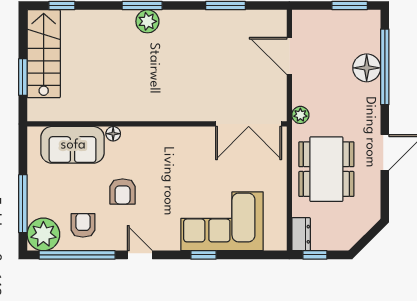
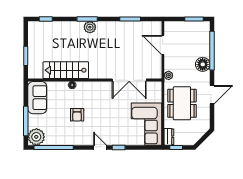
stairs: (44, 54) -> (66, 70), moved, turned -90
floor lamp: (367, 68) -> (203, 64), moved
double door: (249, 124) -> (129, 80), moved
sofa: (73, 145) -> (37, 98), moved, turned -90
corner sofa: (222, 221) -> (146, 124), moved, turned -90
armchair: (83, 225) -> (57, 132), removed
door: (140, 255) -> (100, 147), moved

